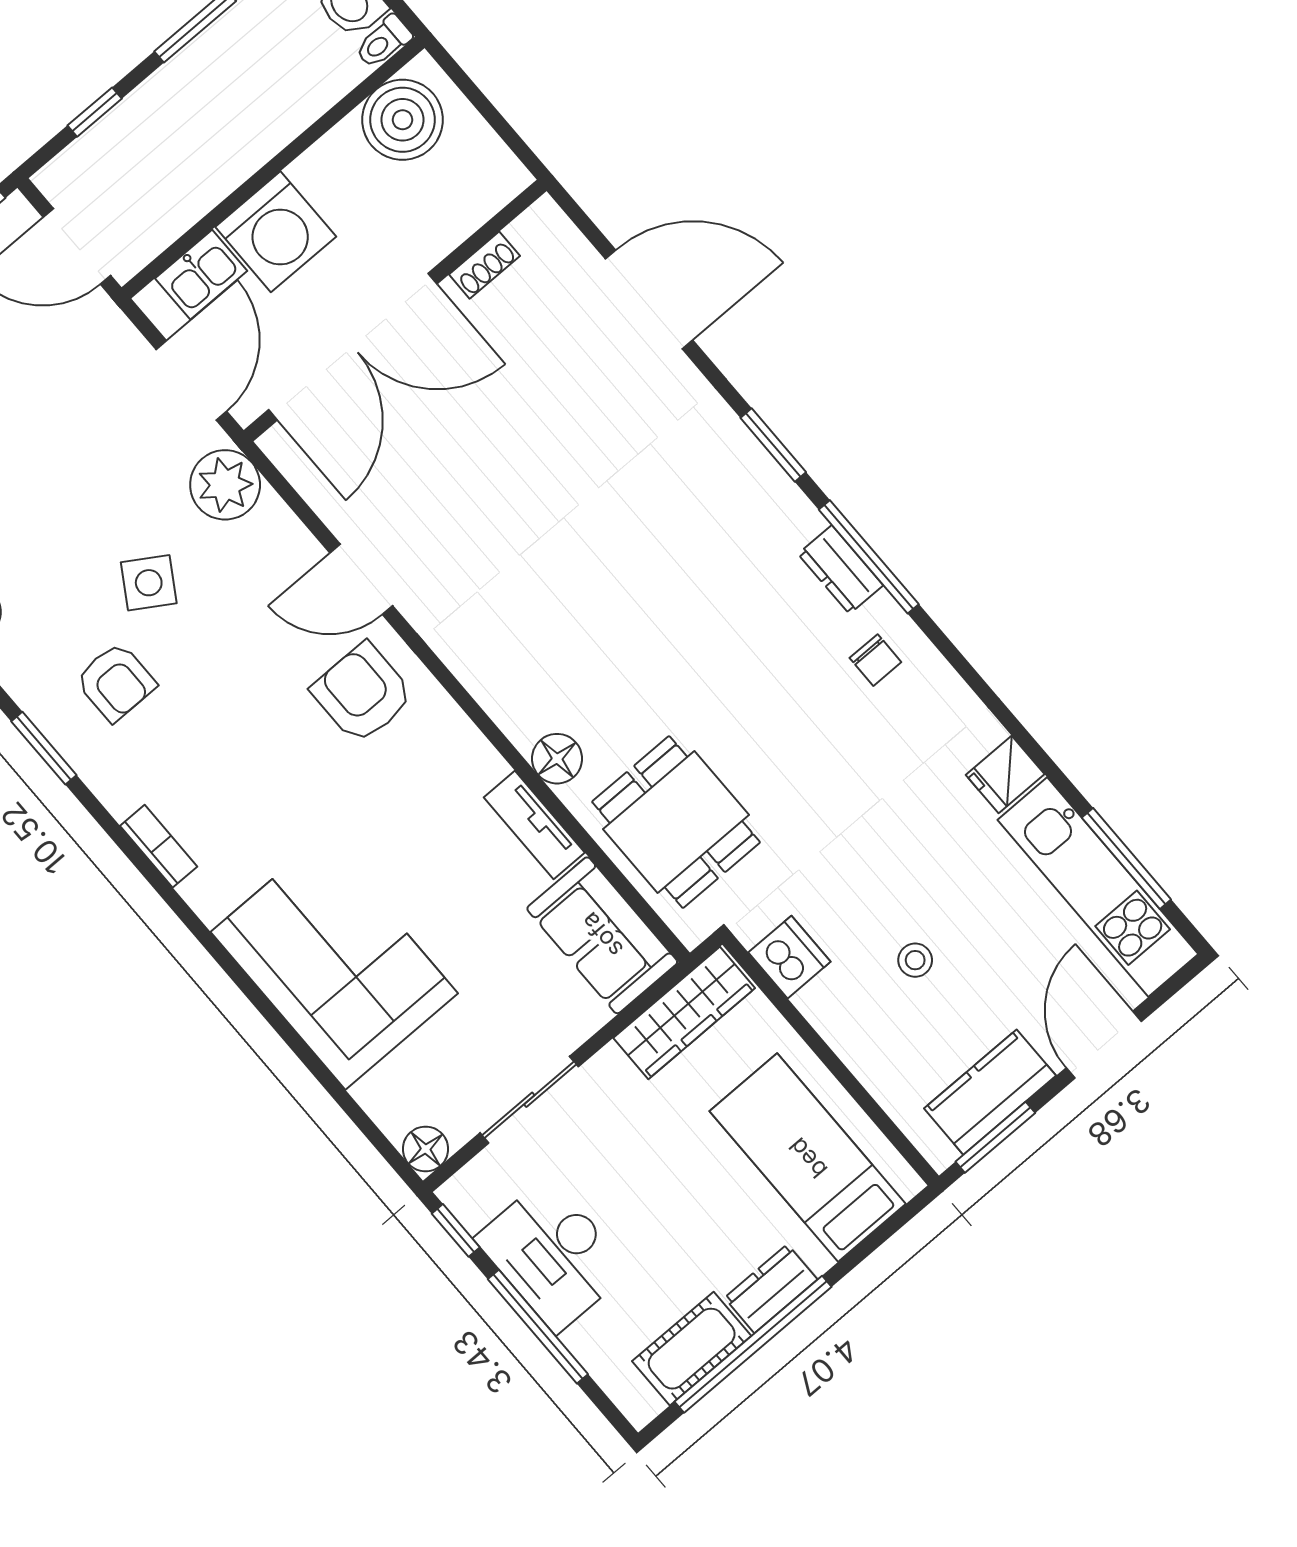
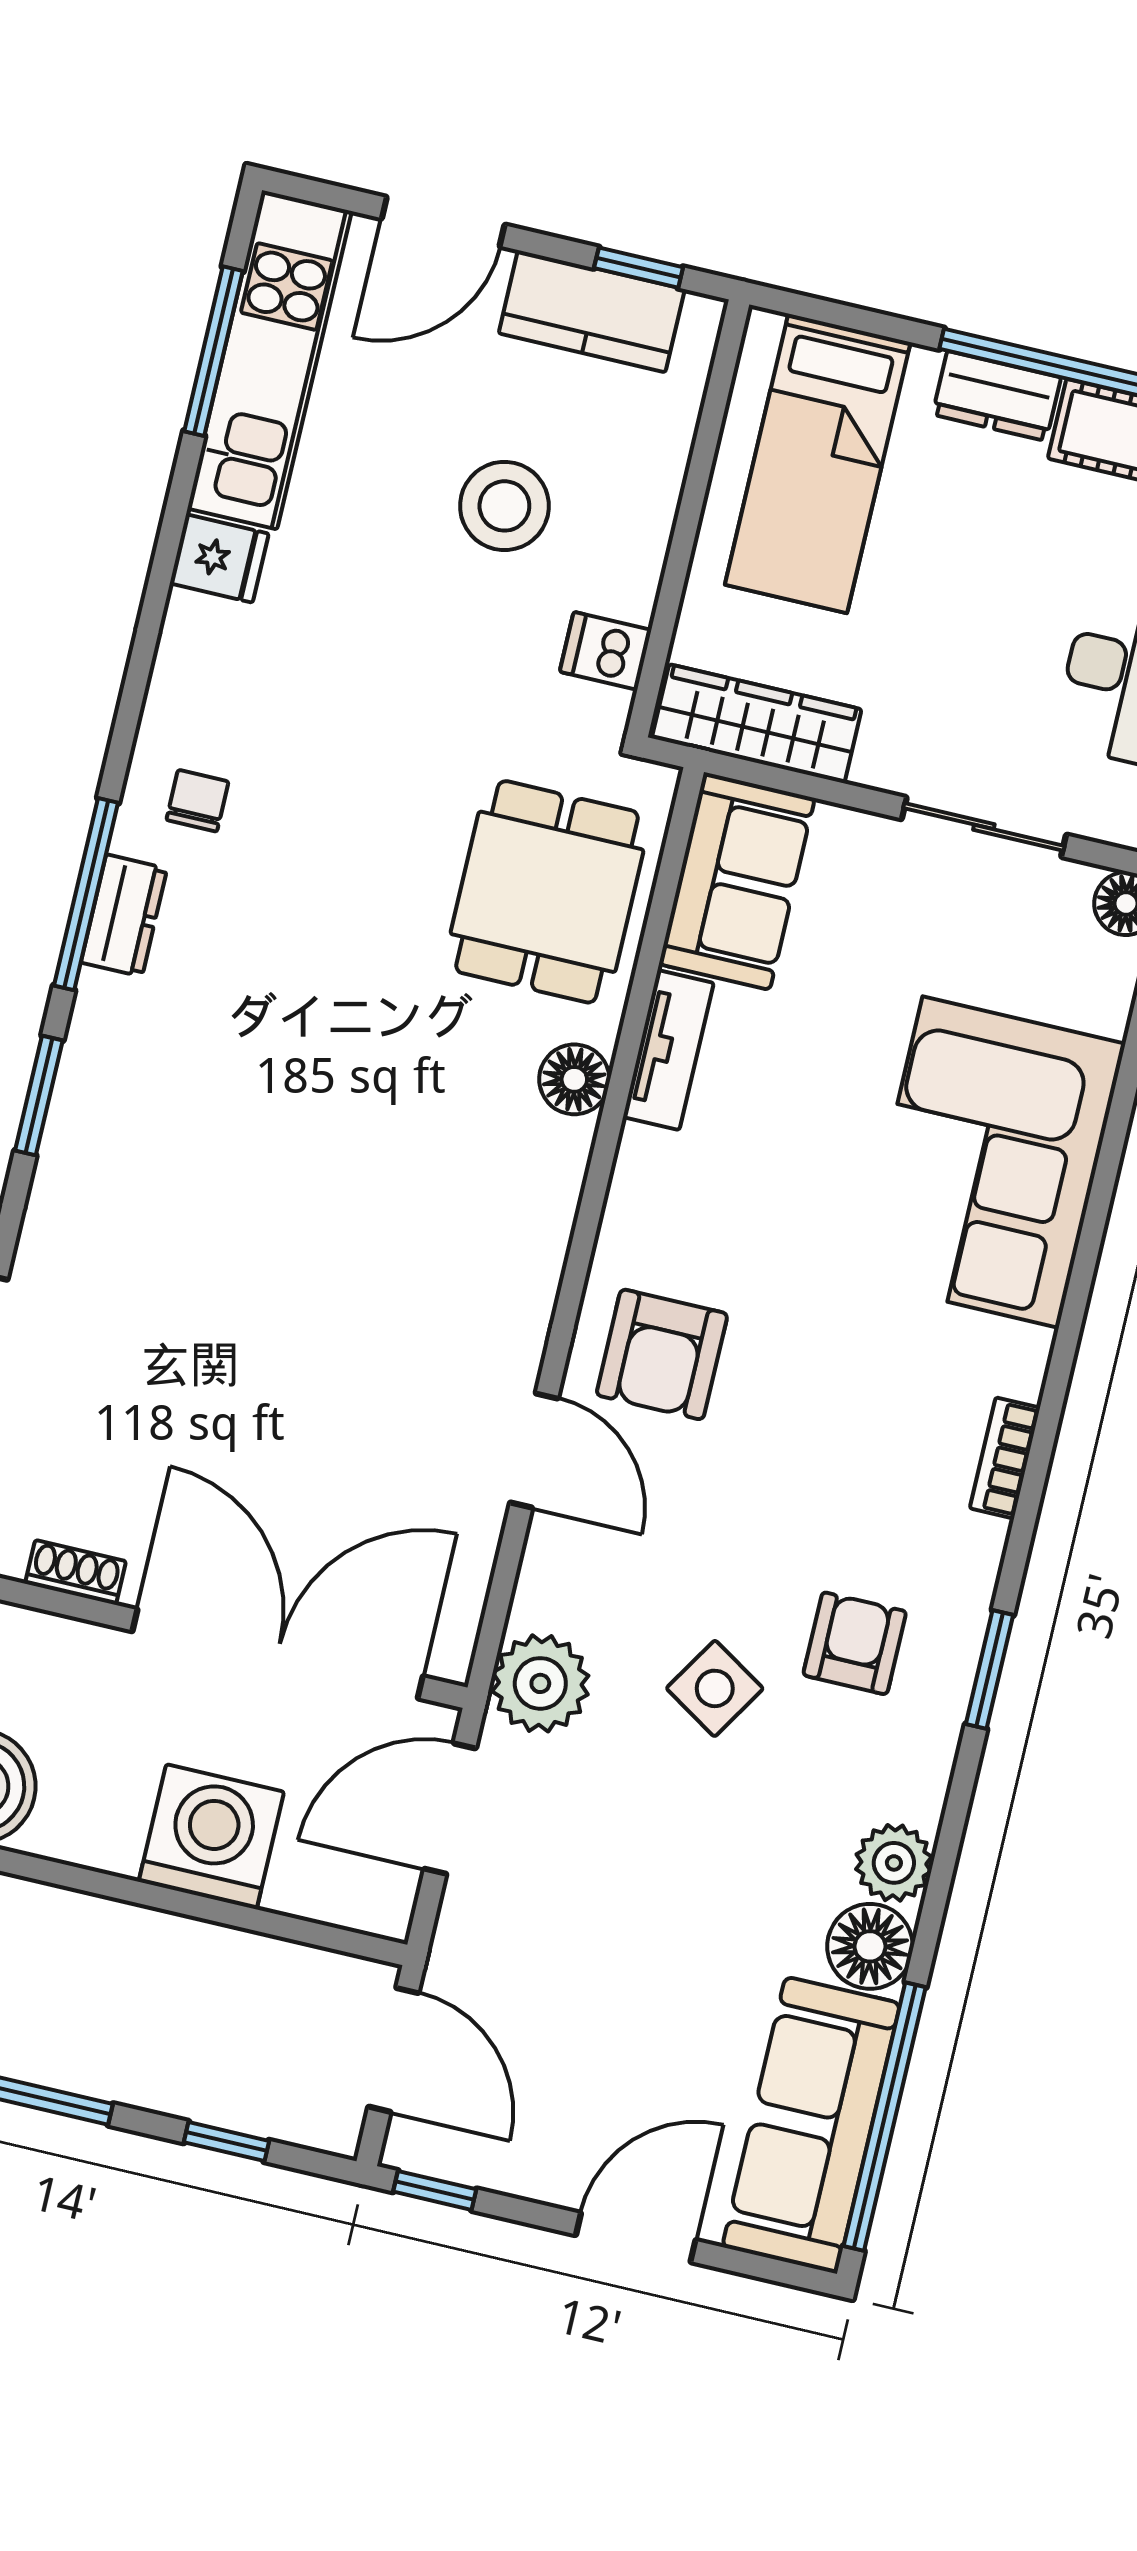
kitchen sink: (201, 275) -> (322, 1885), removed
dishwasher: (789, 957) -> (606, 651), width x0.73
stool: (915, 960) -> (504, 506), width x1.89, depth x1.89
window: (995, 1137) -> (639, 268), width x0.67

